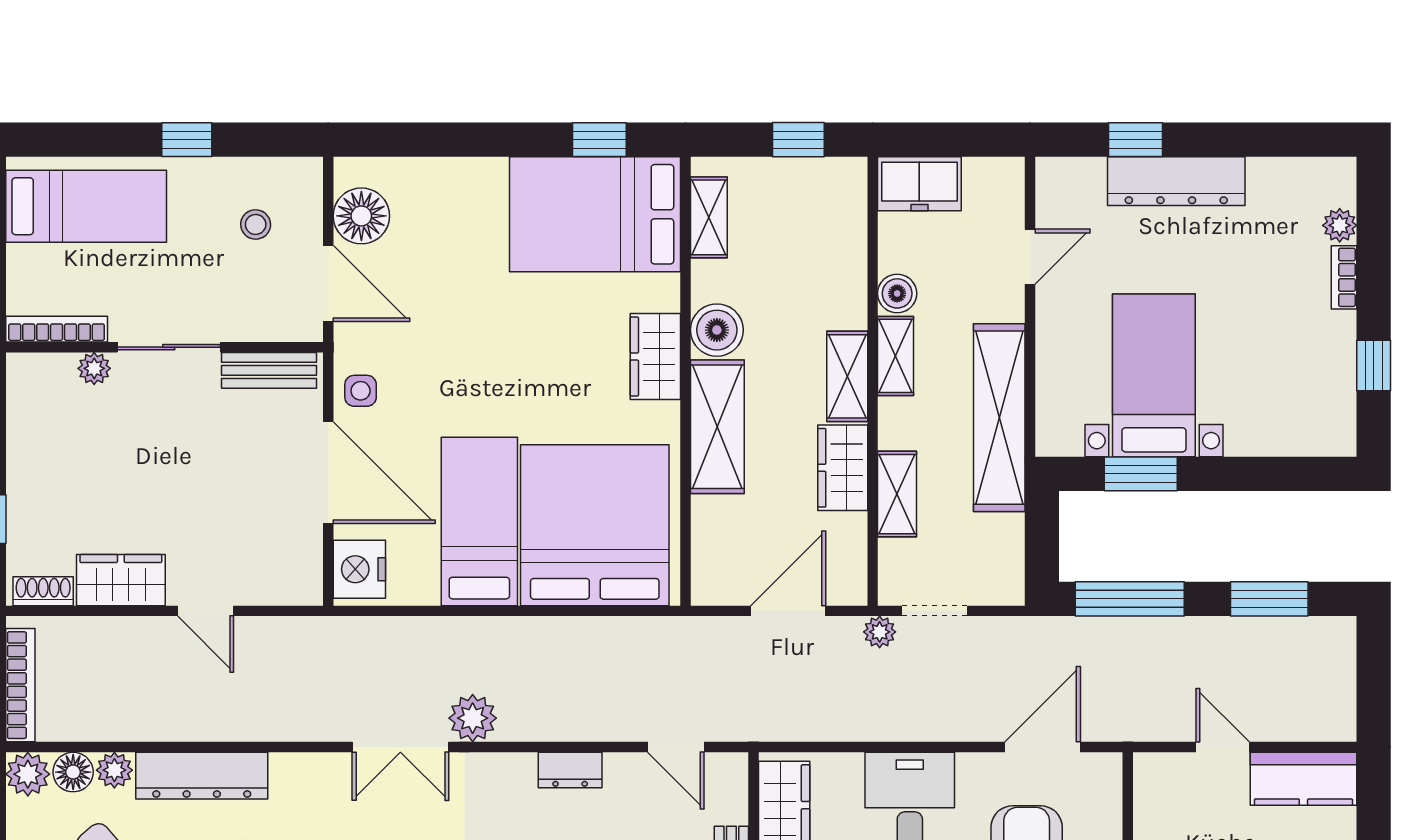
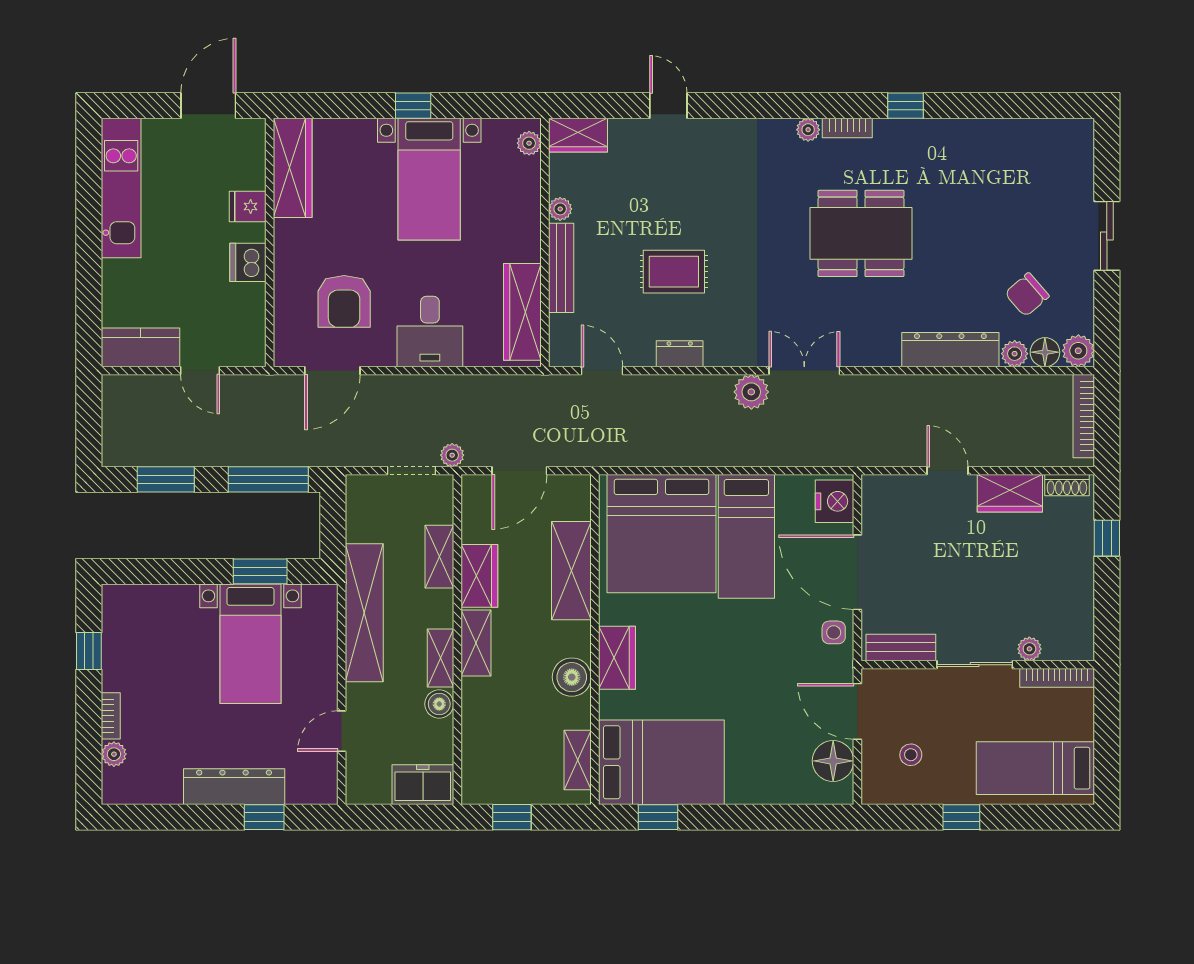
shelving: (717, 427) -> (571, 571), moved

